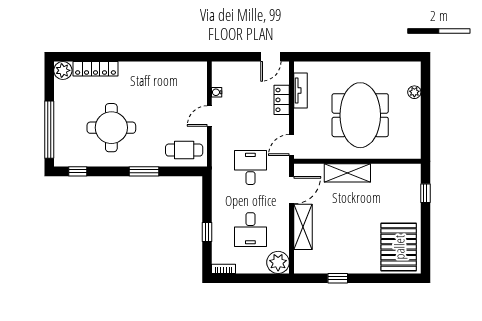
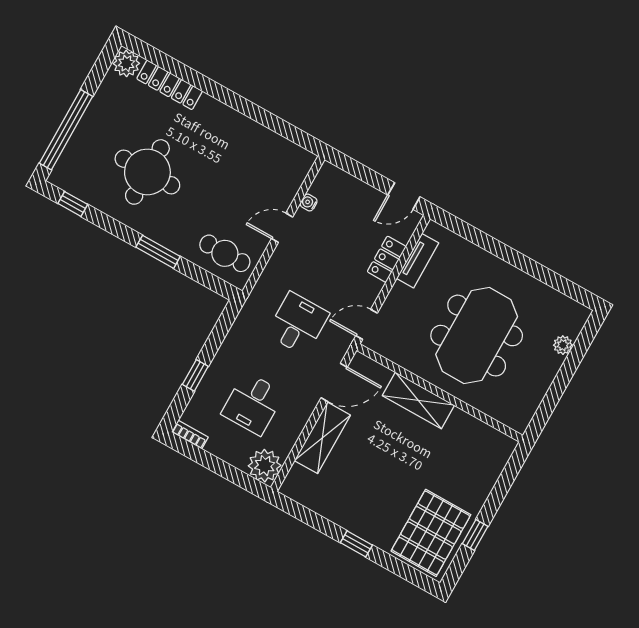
window: (425, 193) -> (475, 535), moved
window: (338, 278) -> (356, 544), moved

